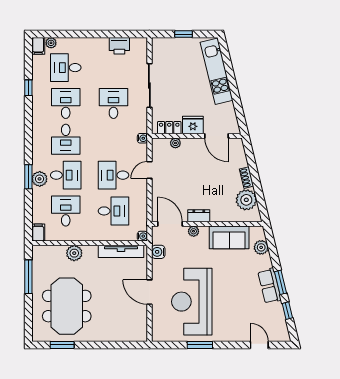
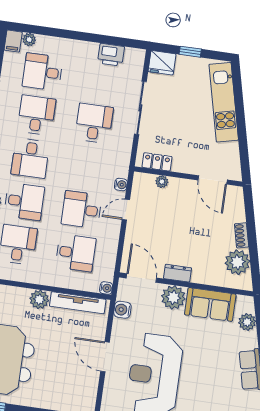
fridge: (193, 125) -> (162, 63), moved, turned 180
water cooler: (142, 138) -> (121, 185), moved
plant: (194, 231) -> (173, 297), width x1.88, depth x1.88
plant: (74, 253) -> (39, 299), moved

